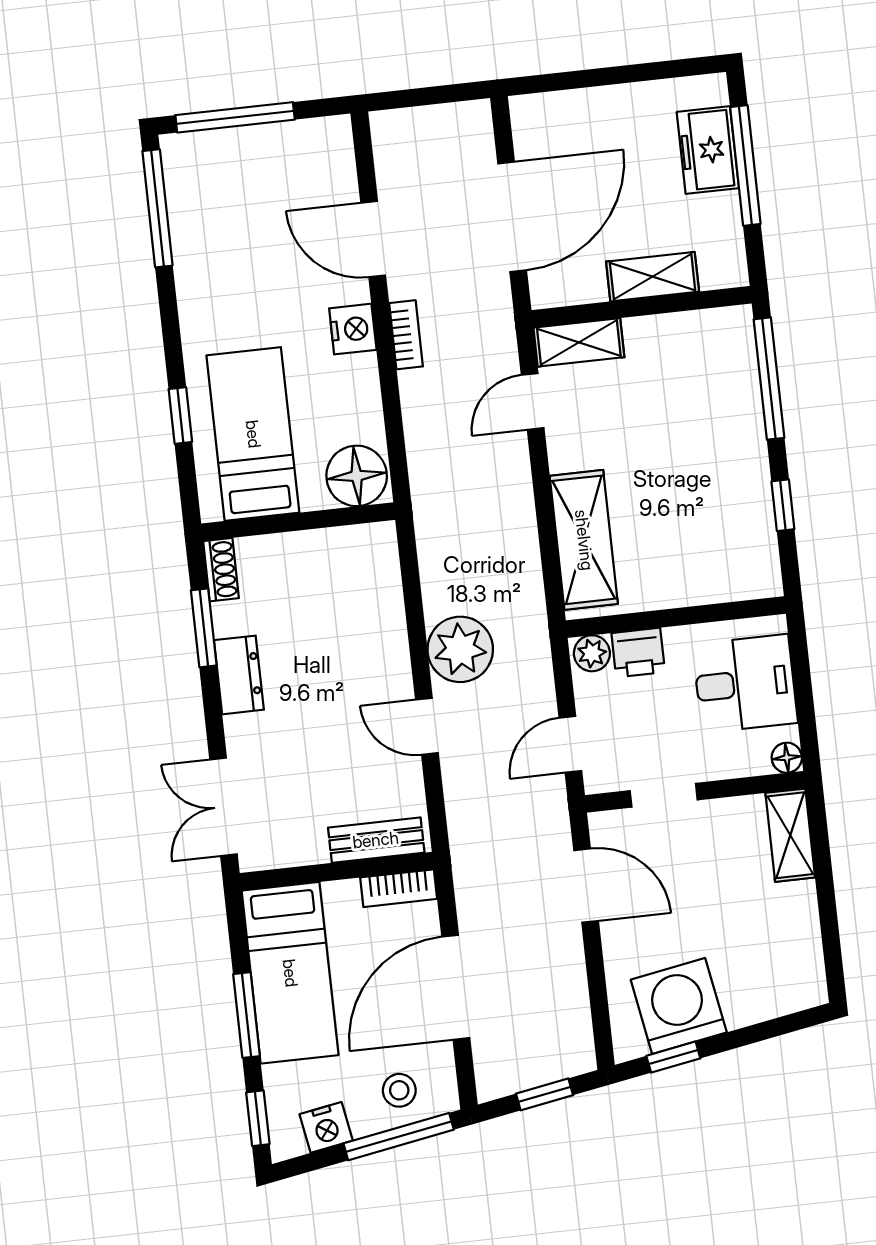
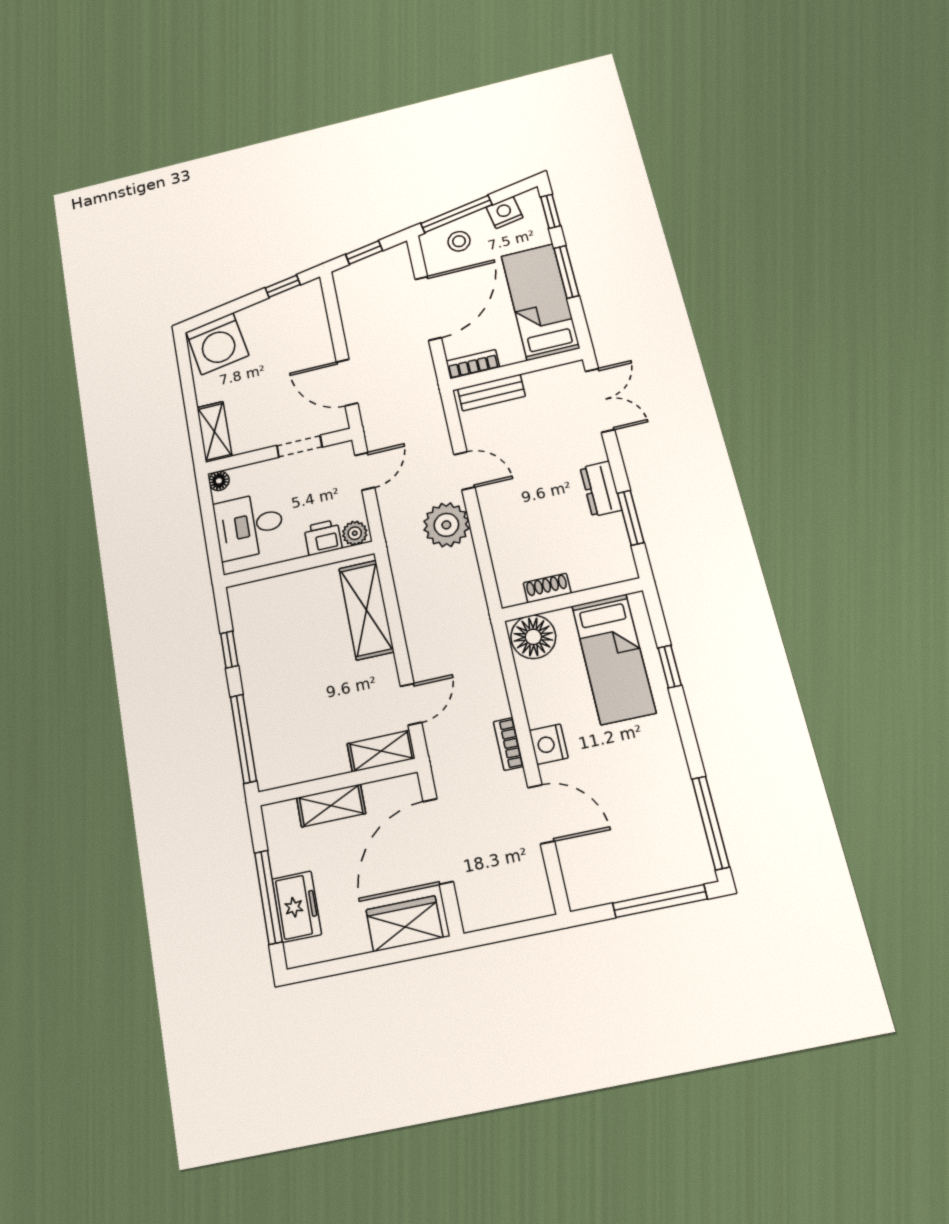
wardrobe: (566, 117) -> (404, 924), added
shoe rack: (221, 570) -> (547, 588), moved, turned 90
washing machine: (679, 1006) -> (217, 344), moved

